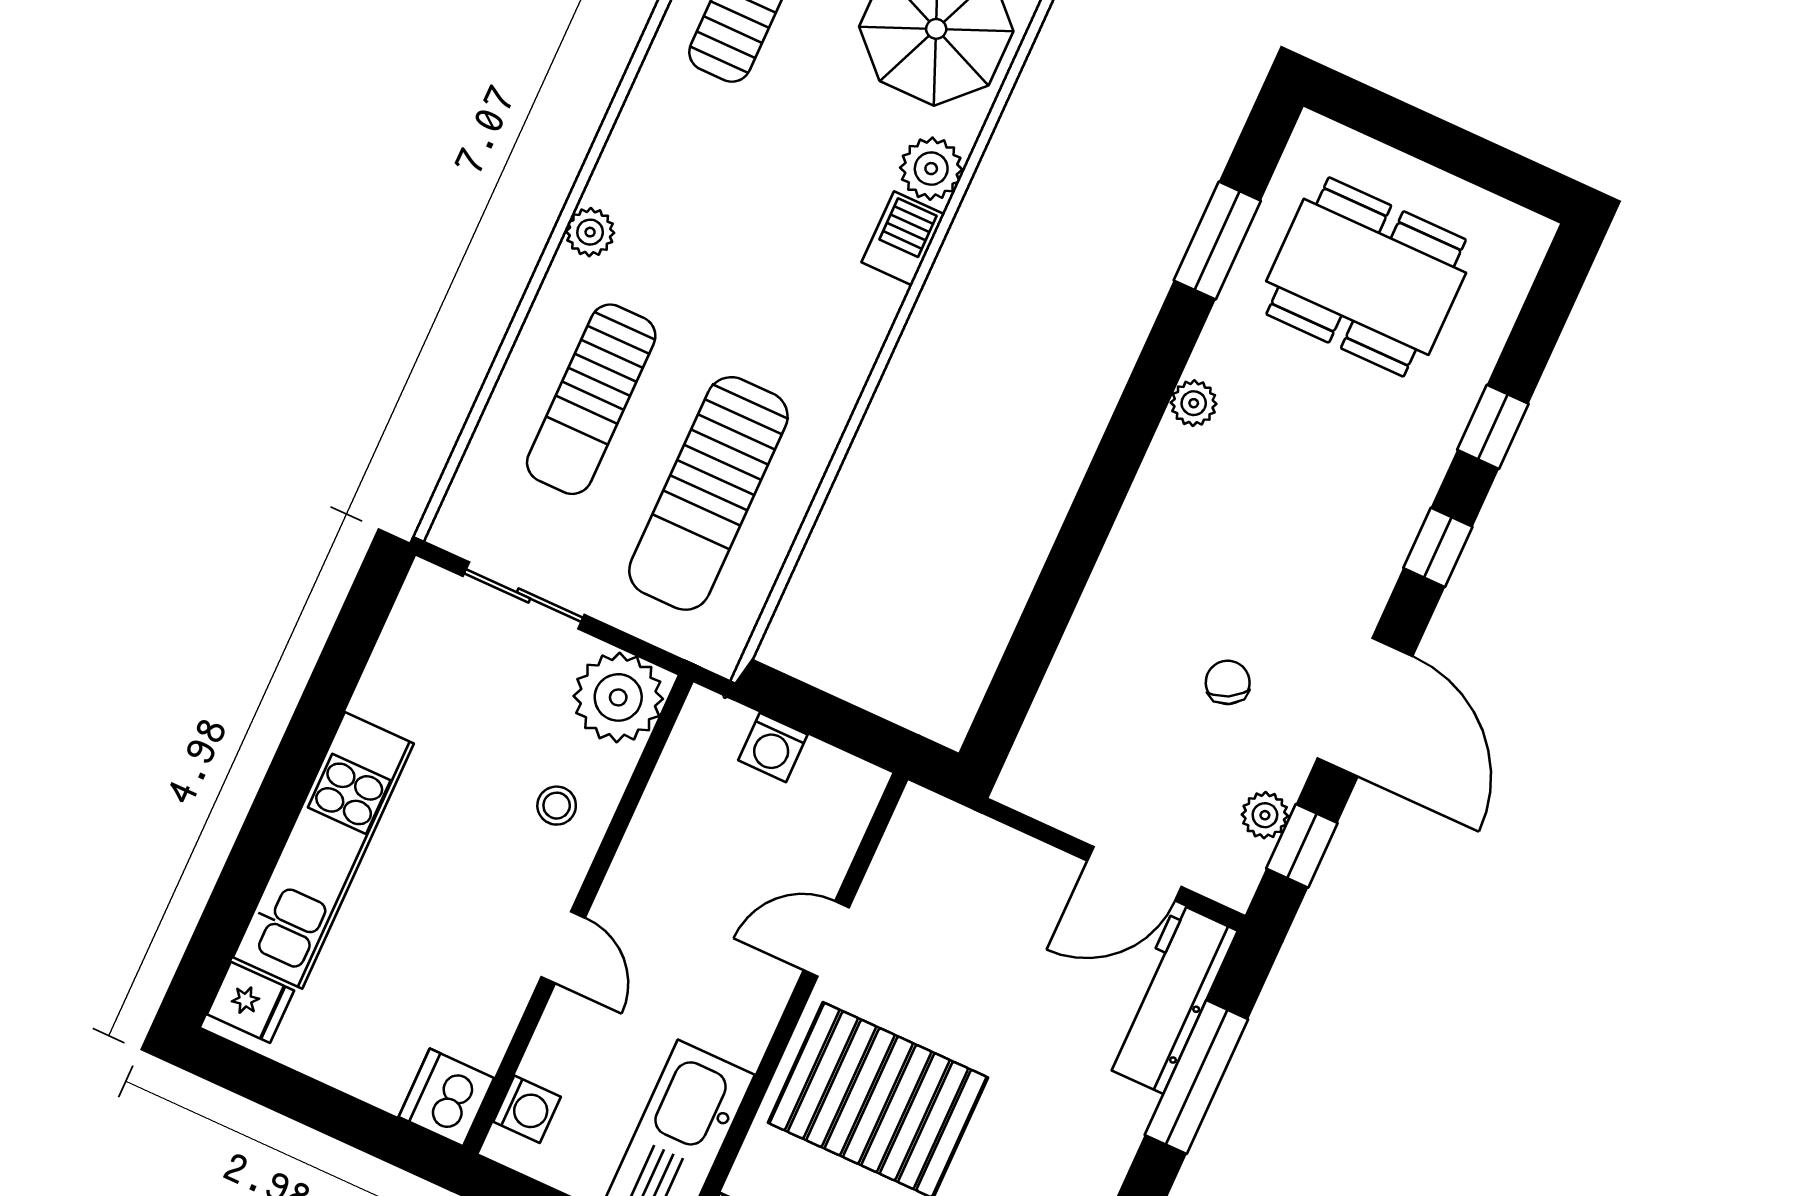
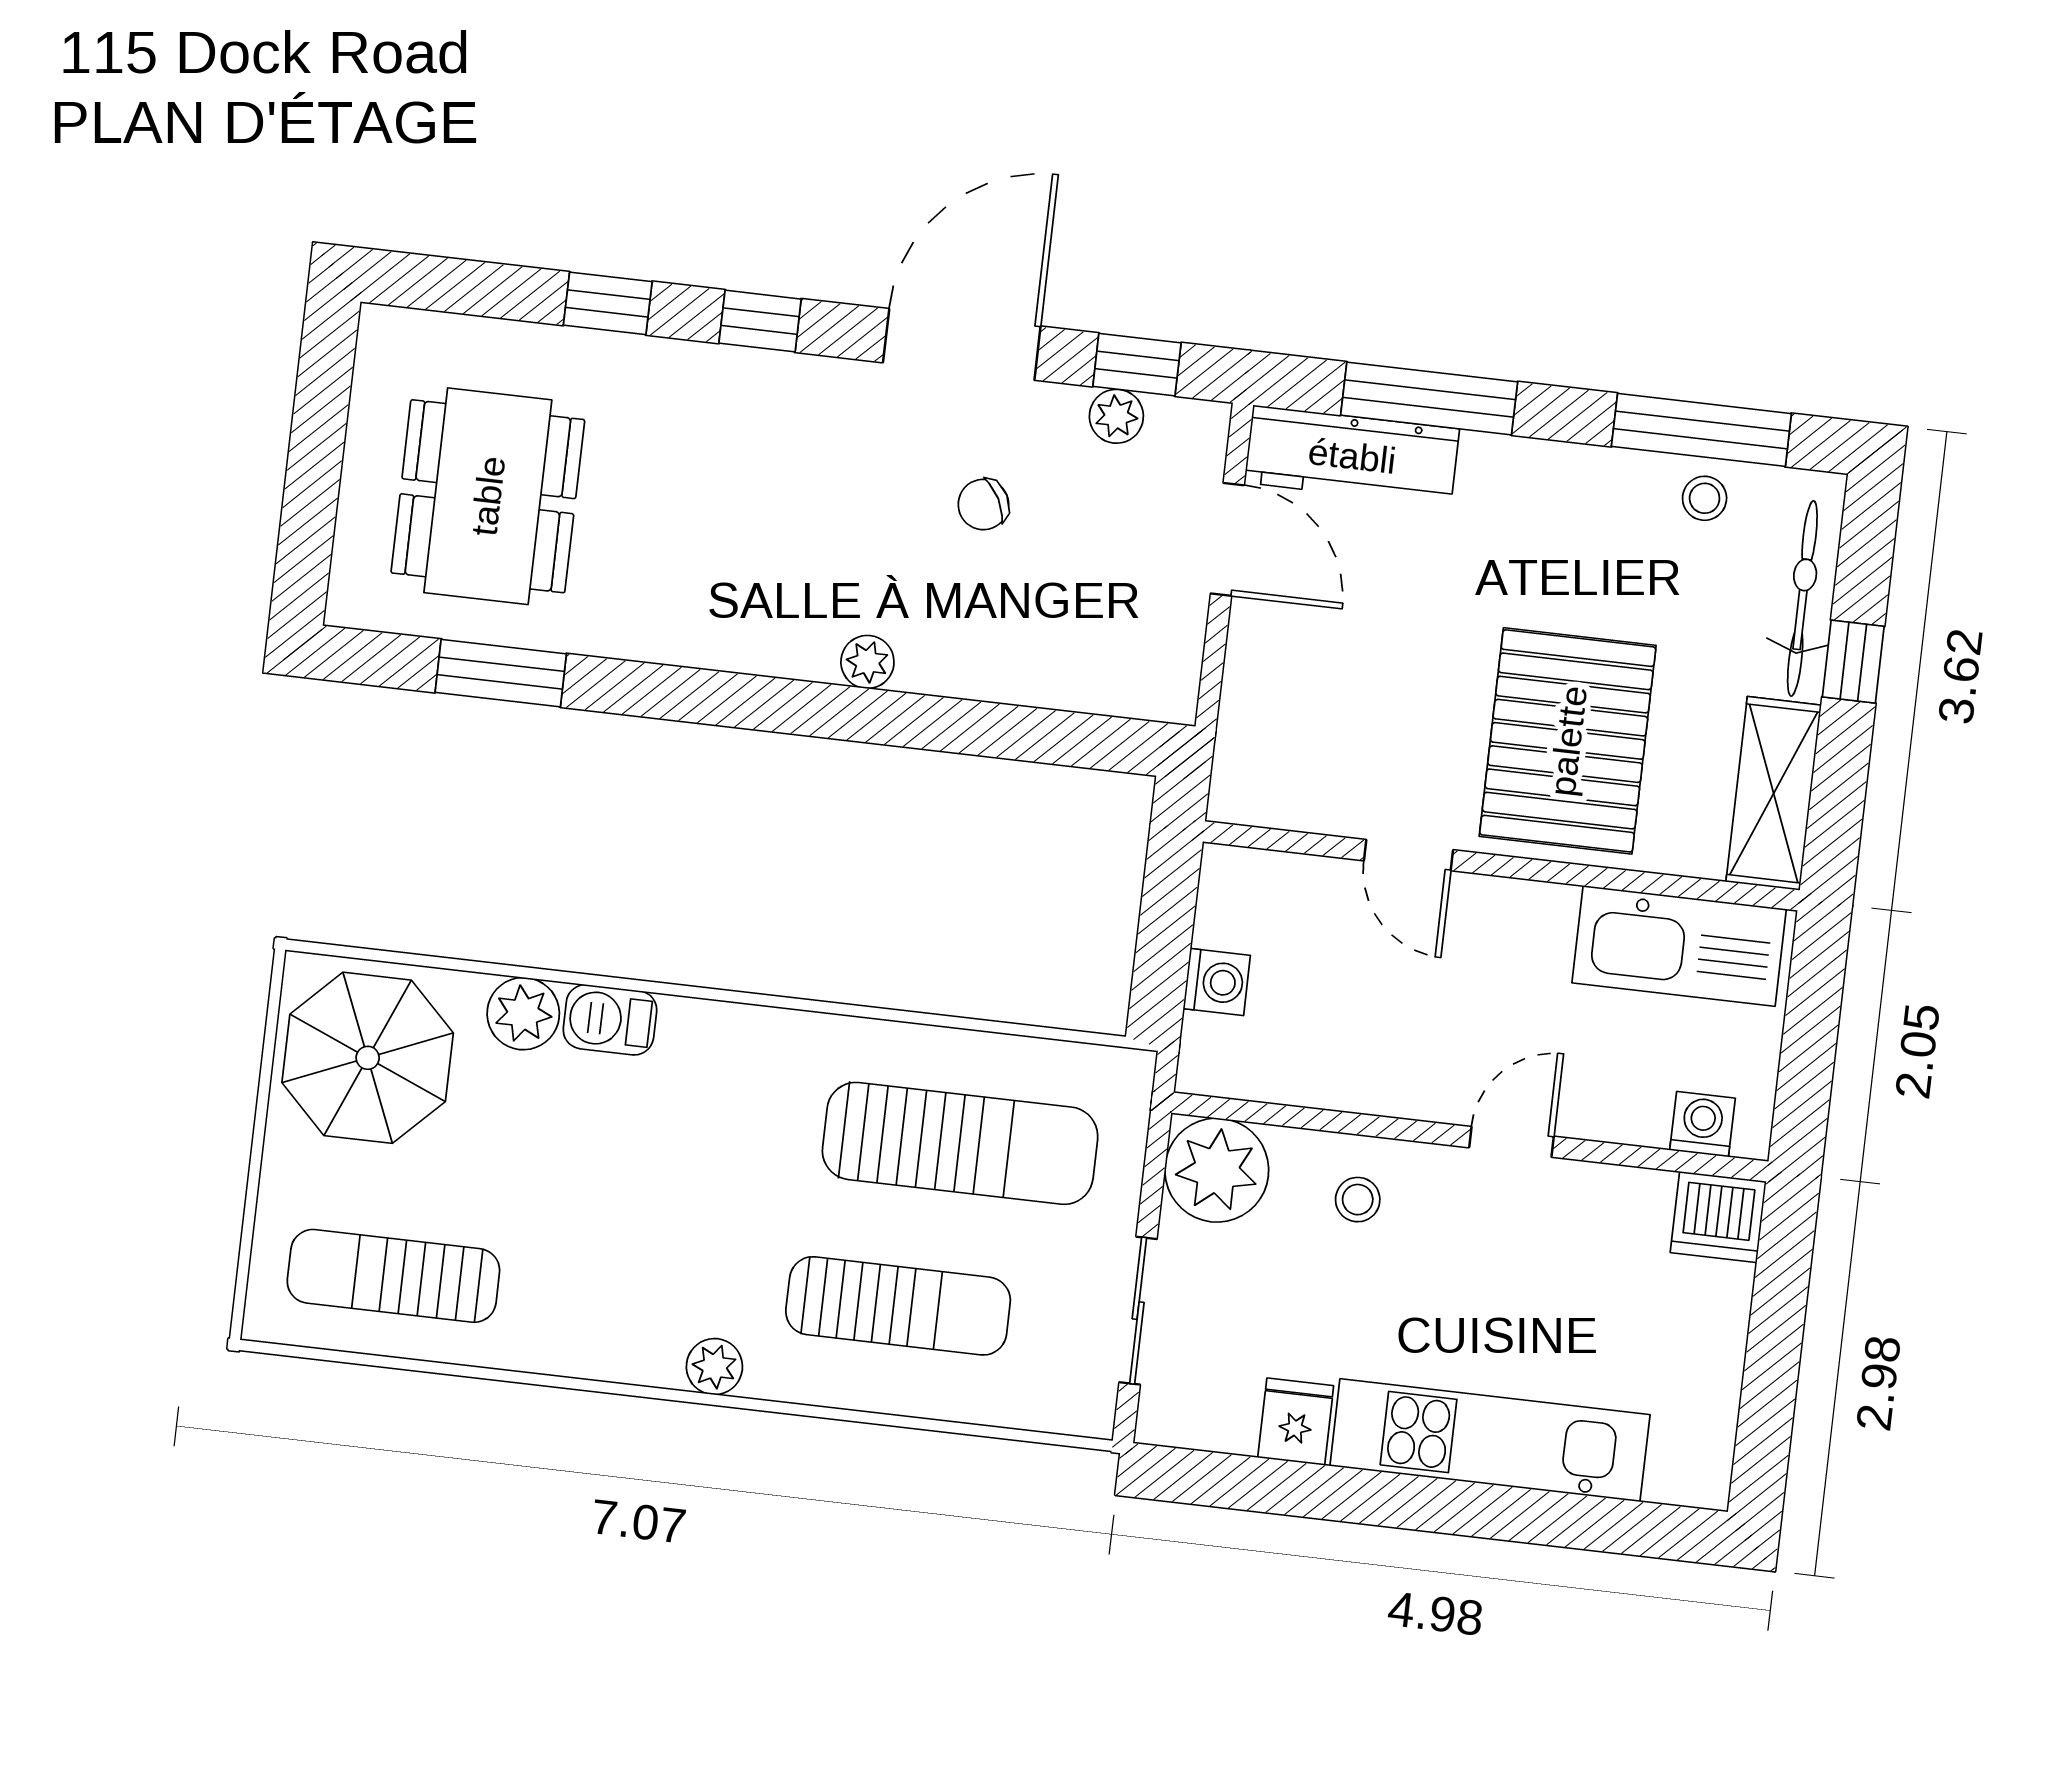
plant: (1194, 403) -> (867, 662), moved
fridge: (250, 1002) -> (1296, 1422), moved

